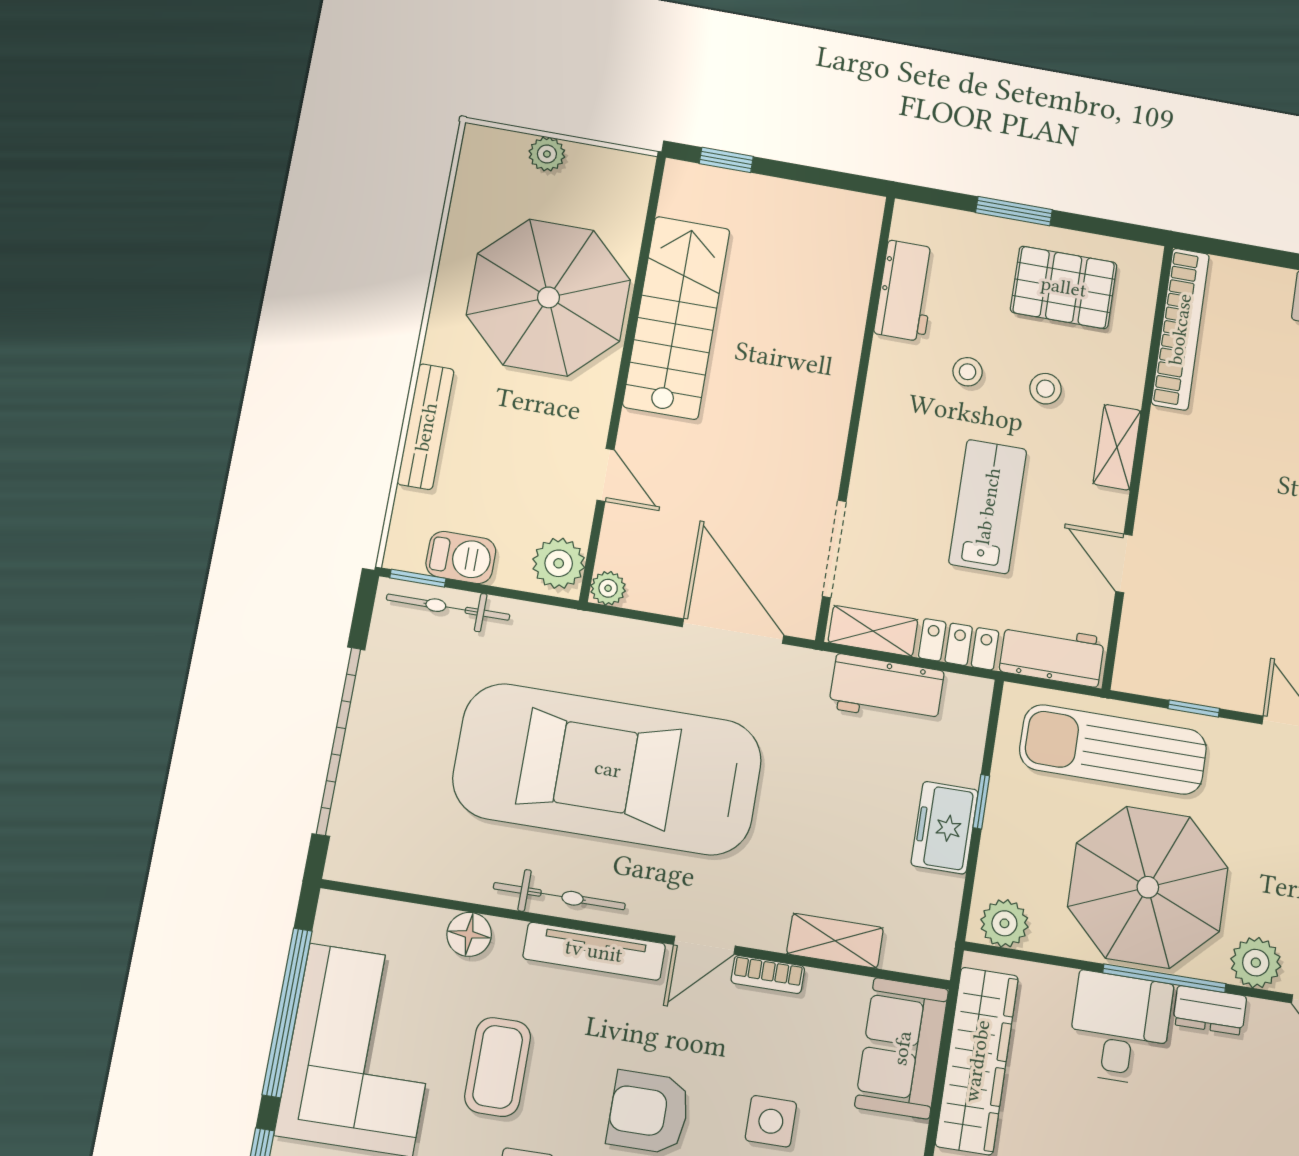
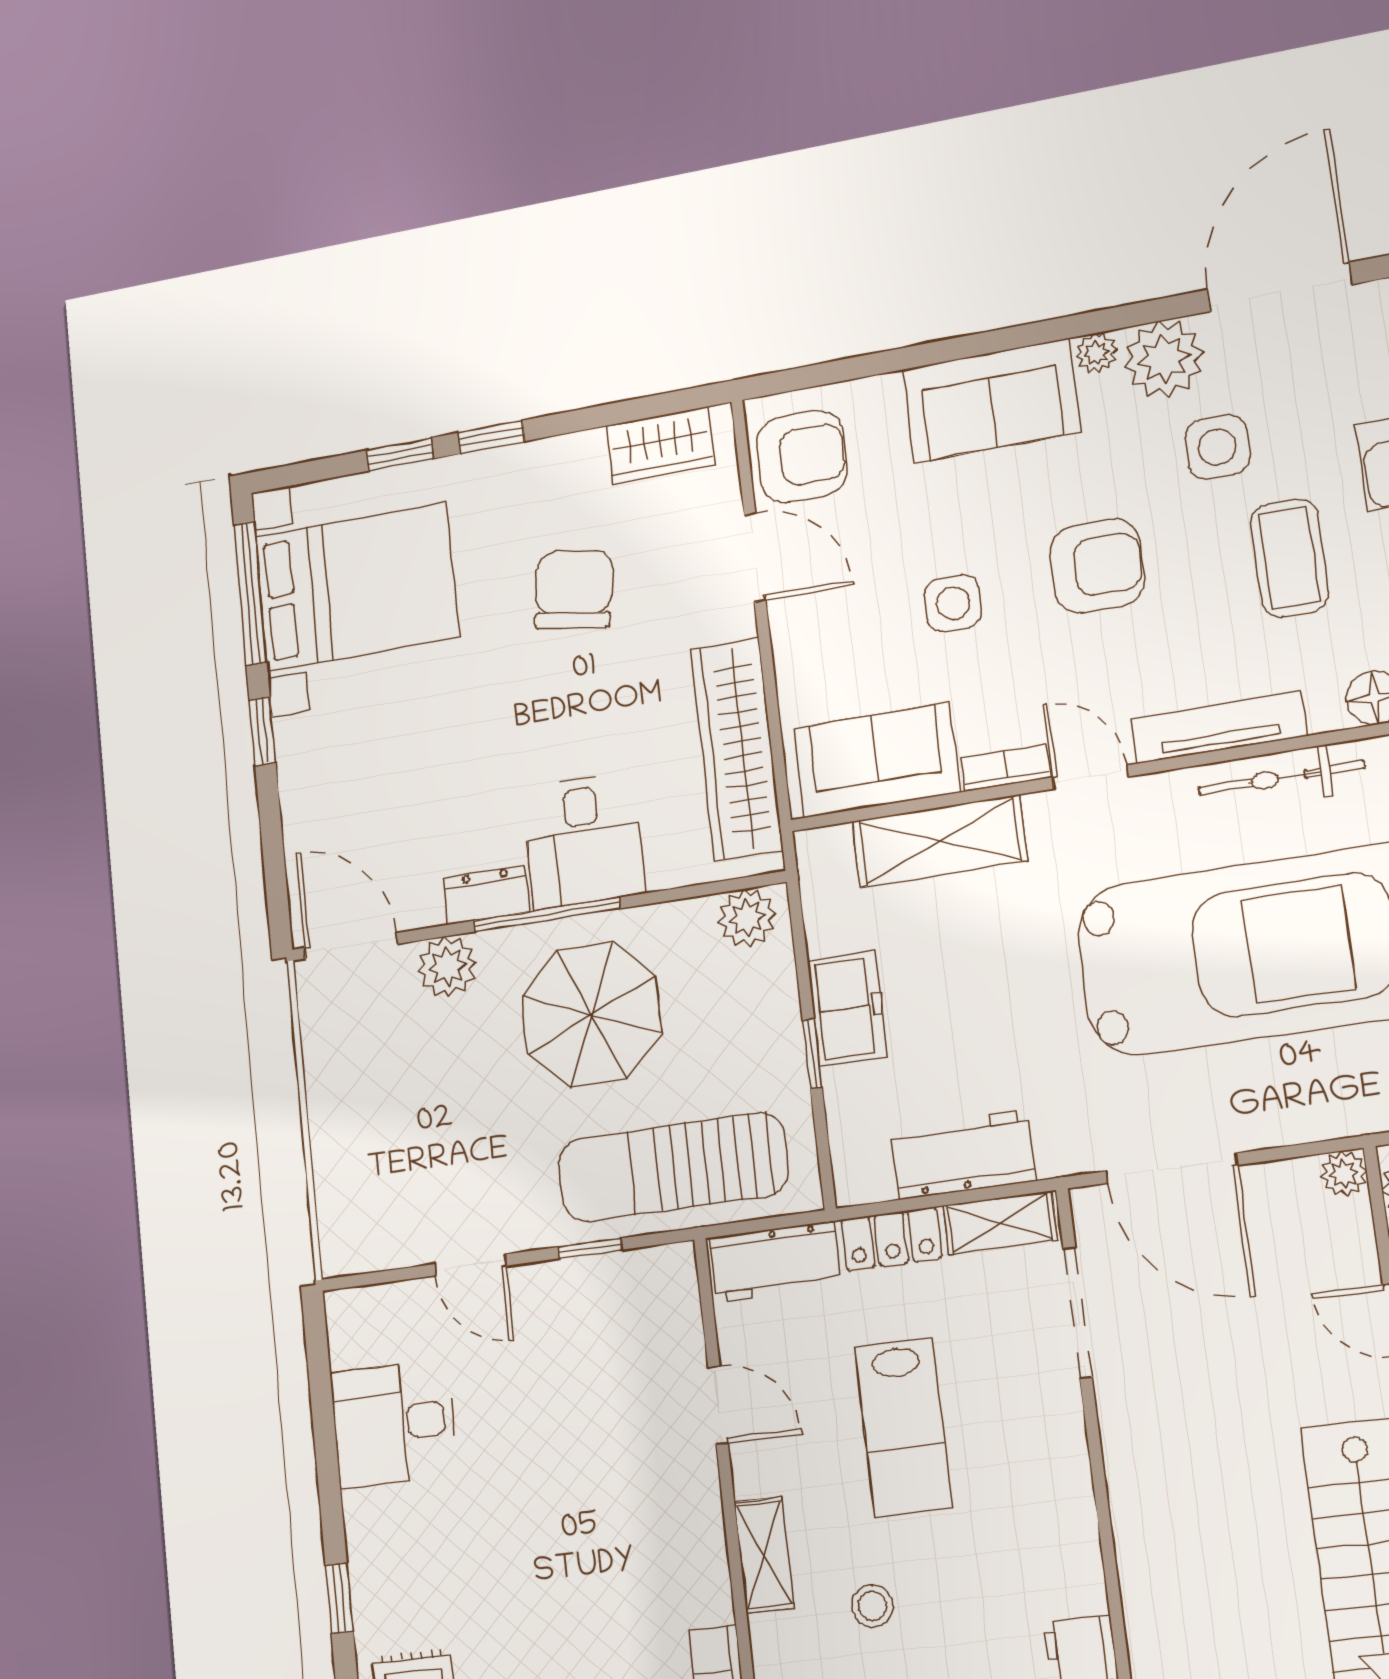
stool: (968, 372) -> (976, 1599), removed
sun lounger: (1113, 750) -> (673, 1167), turned 180
parasol: (1148, 887) -> (592, 1015), width x0.73, depth x0.73
shelving: (835, 941) -> (940, 841), width x1.50, depth x1.33
door: (704, 945) -> (1091, 777), hinge flipped
sofa: (902, 1048) -> (877, 760), moved, turned -90

